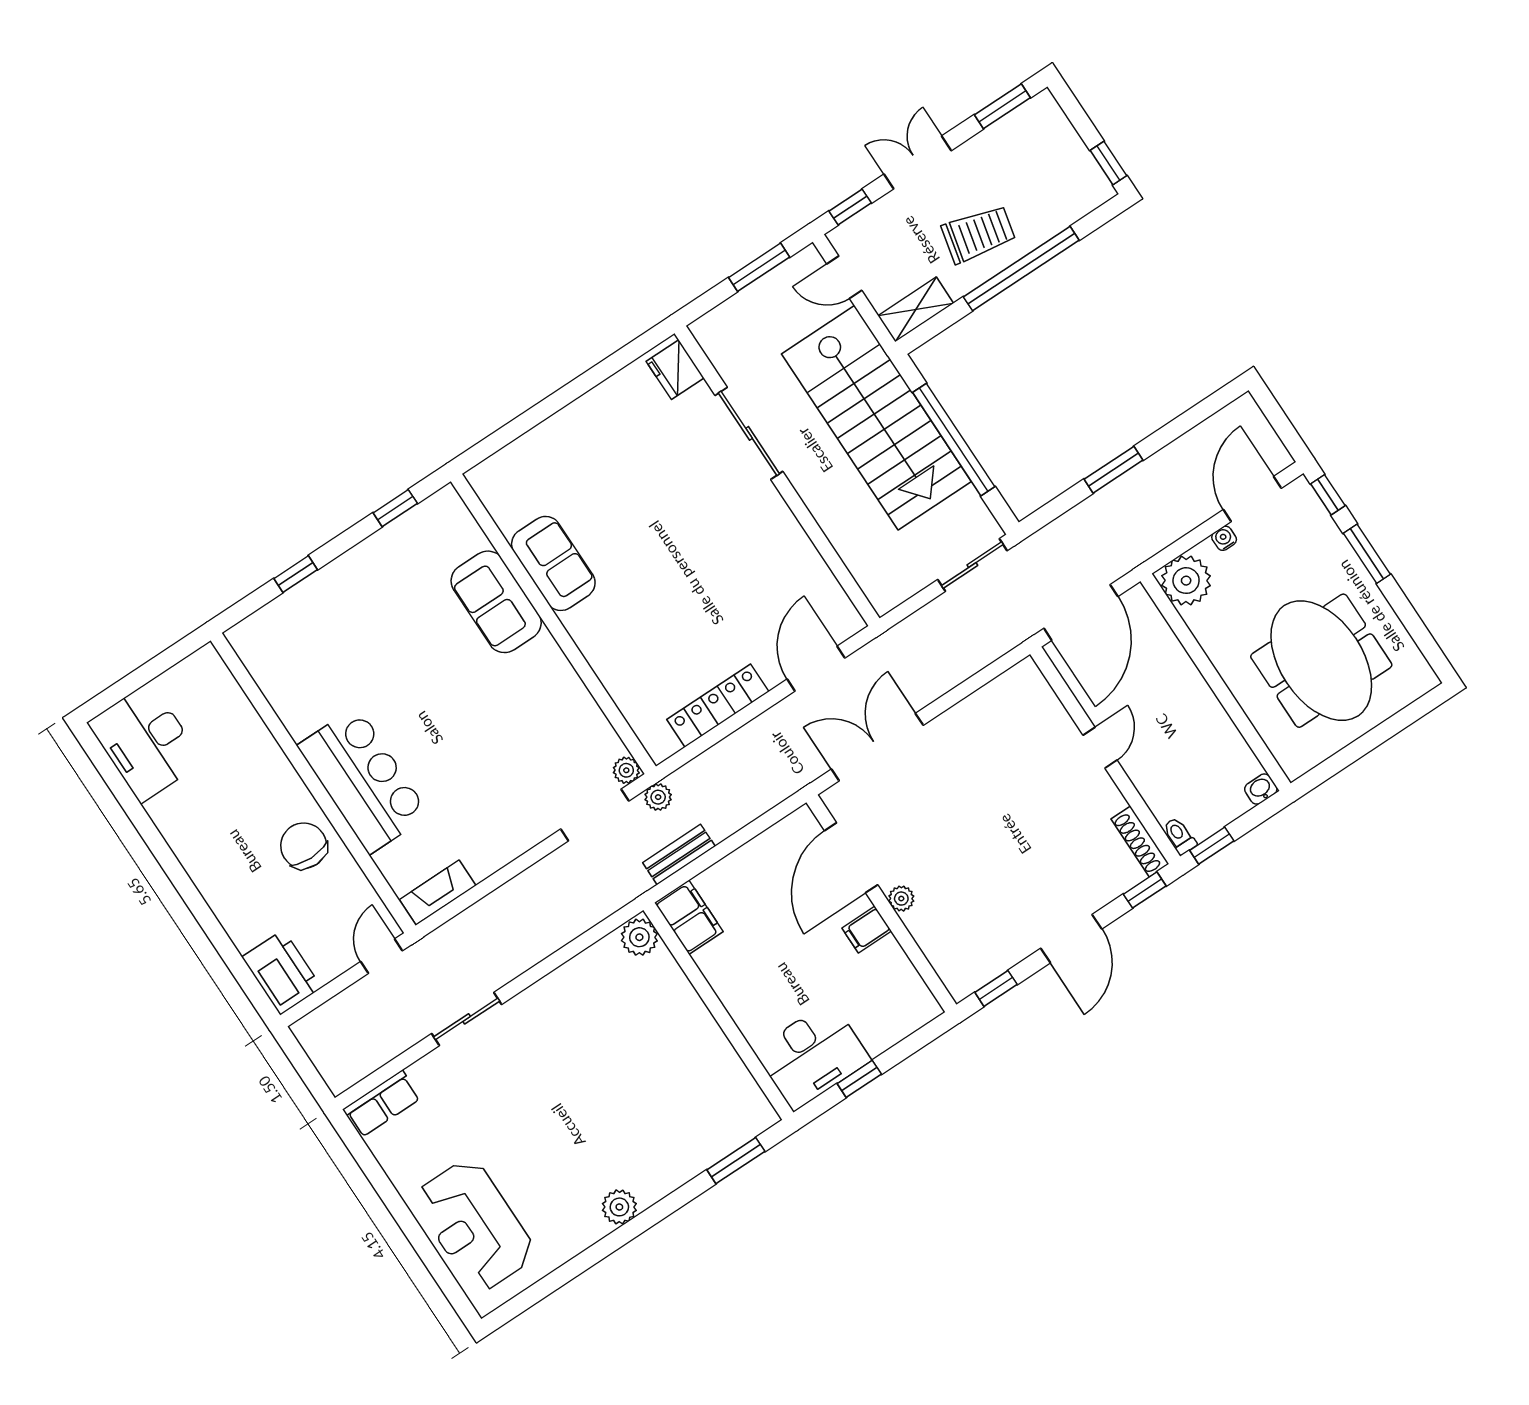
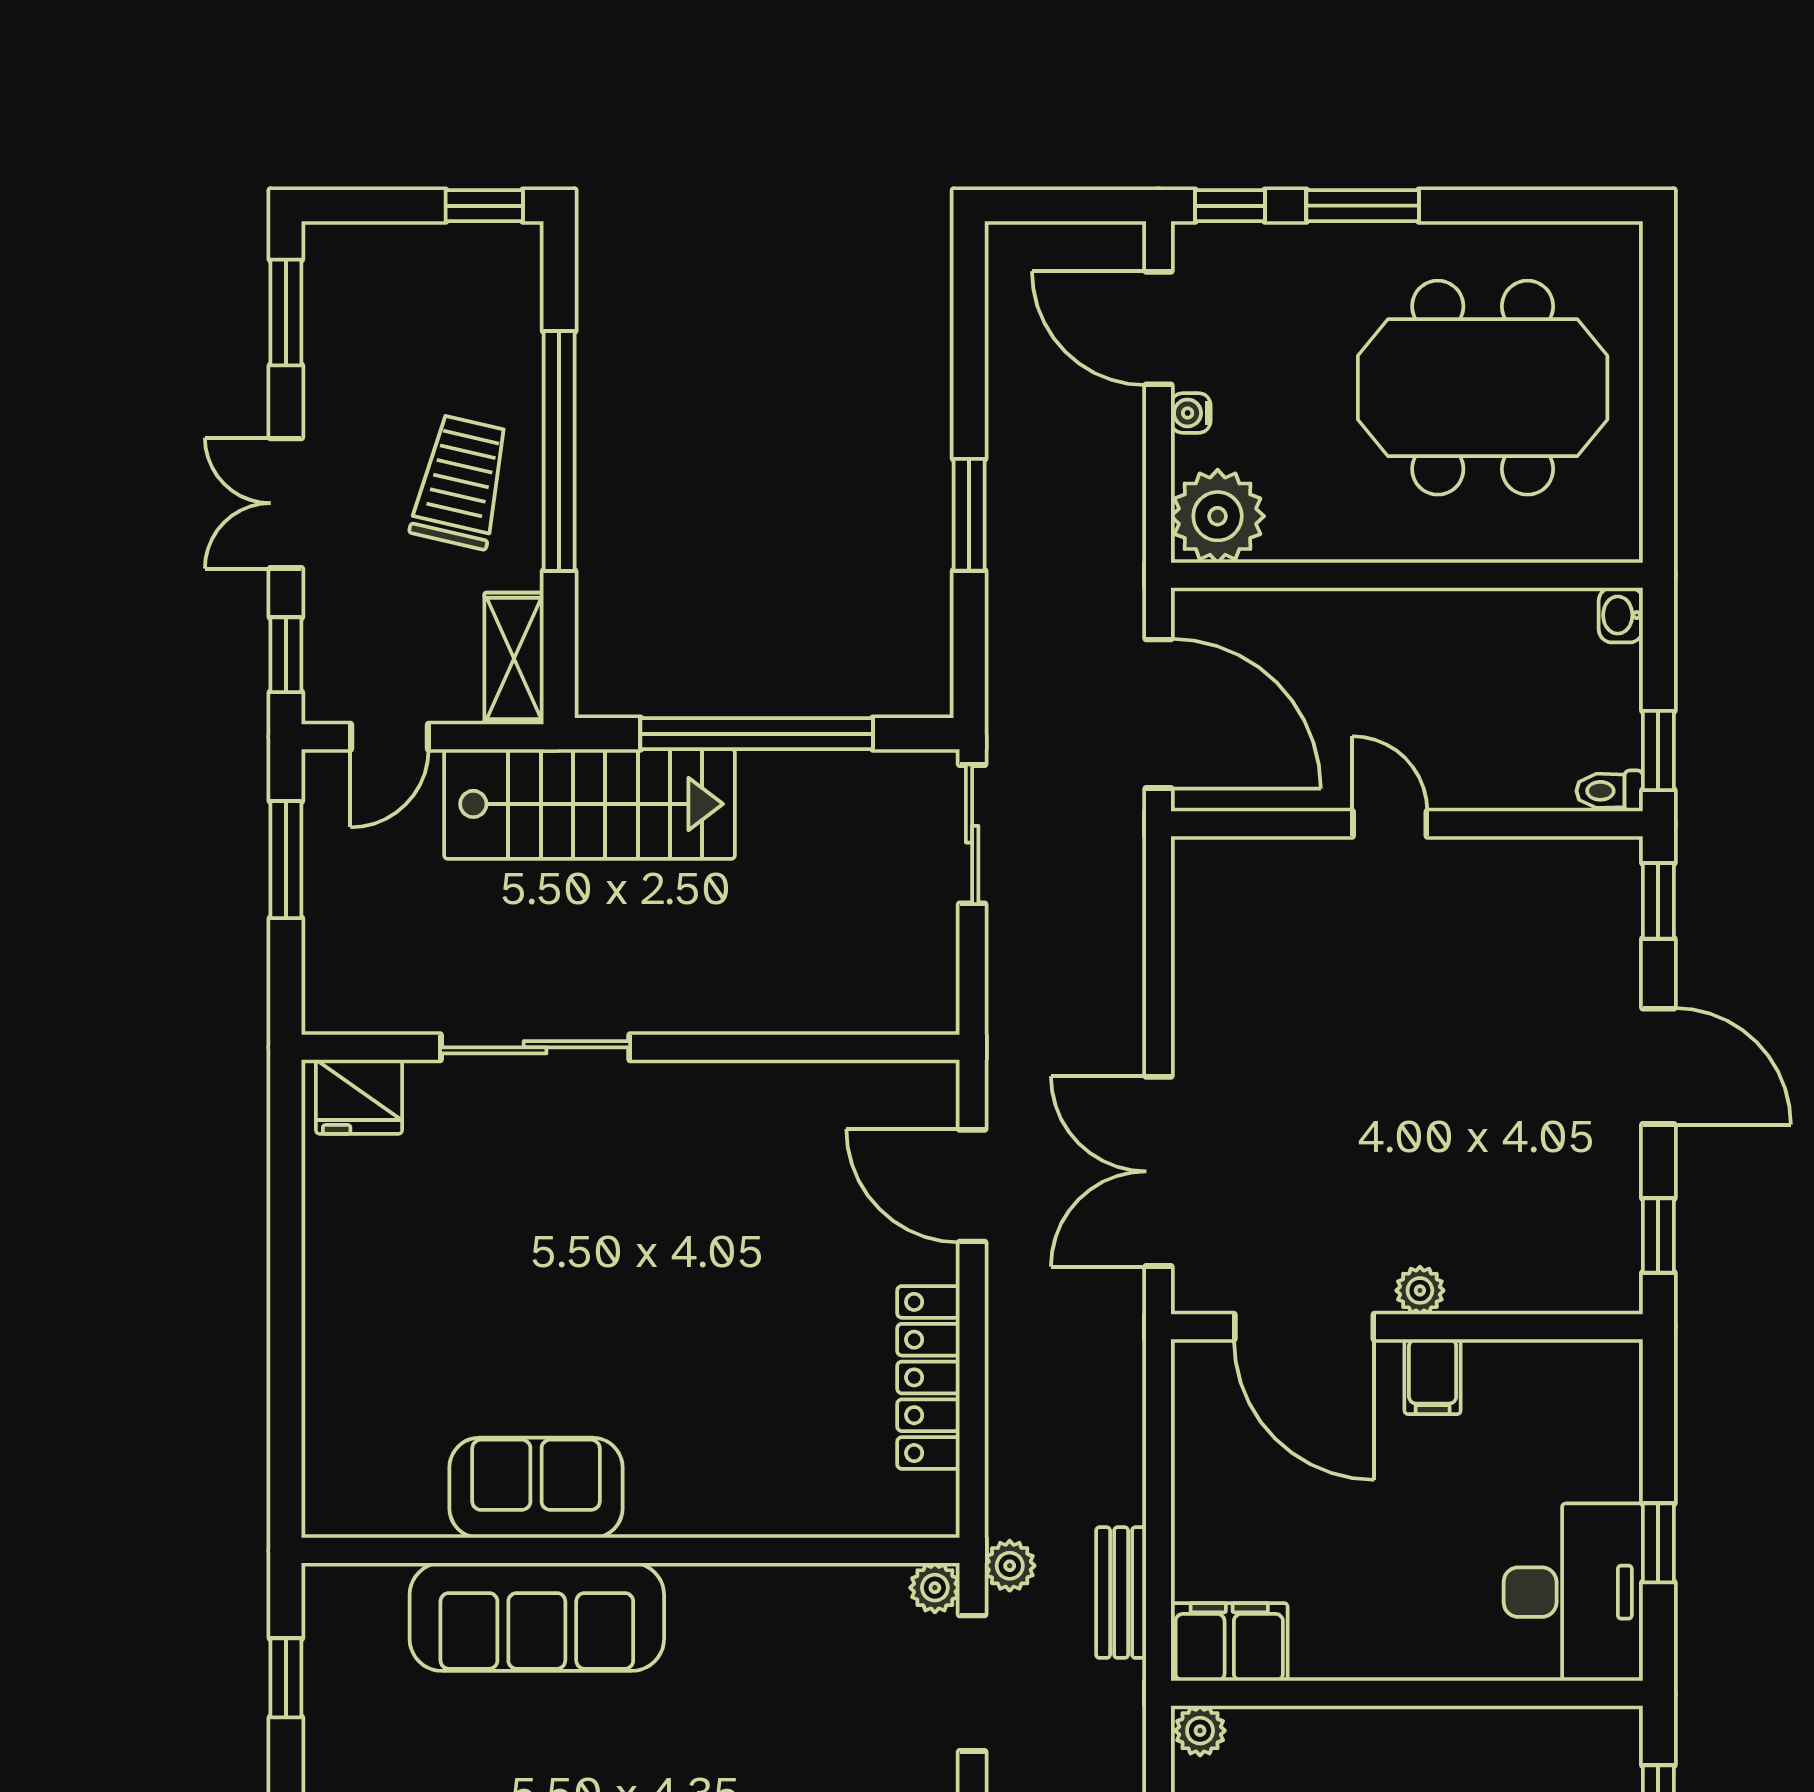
stairs: (876, 418) -> (590, 804), width x0.73, depth x0.66
sofa: (496, 602) -> (537, 1617), width x1.36
shoe rack: (1140, 841) -> (1578, 858), removed
plant: (639, 937) -> (1200, 1731), width x0.73, depth x0.73

